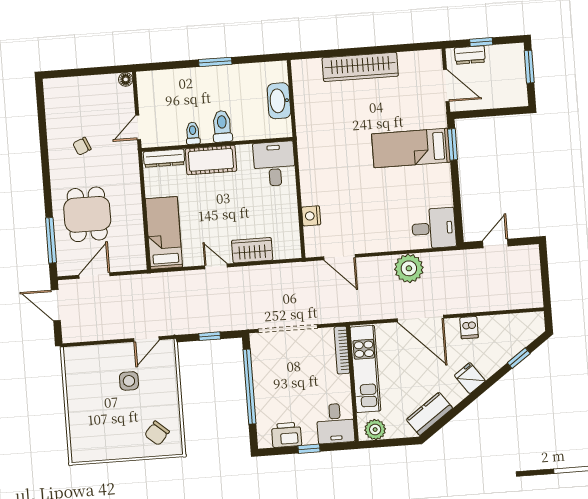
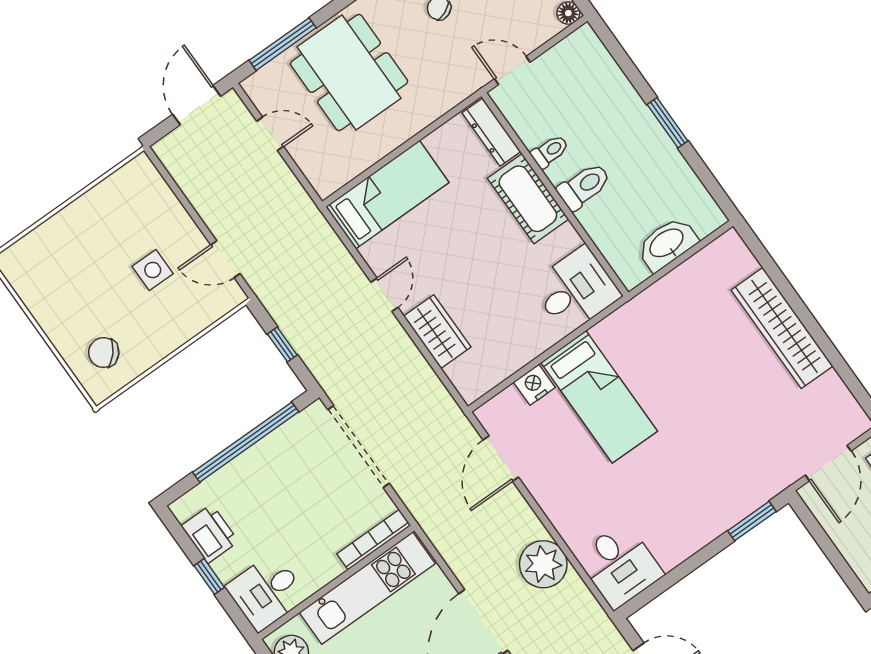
bed: (411, 148) -> (599, 397), moved, turned 180
dining table: (87, 214) -> (349, 73), width x1.37
door: (94, 275) -> (270, 134), width x0.73

